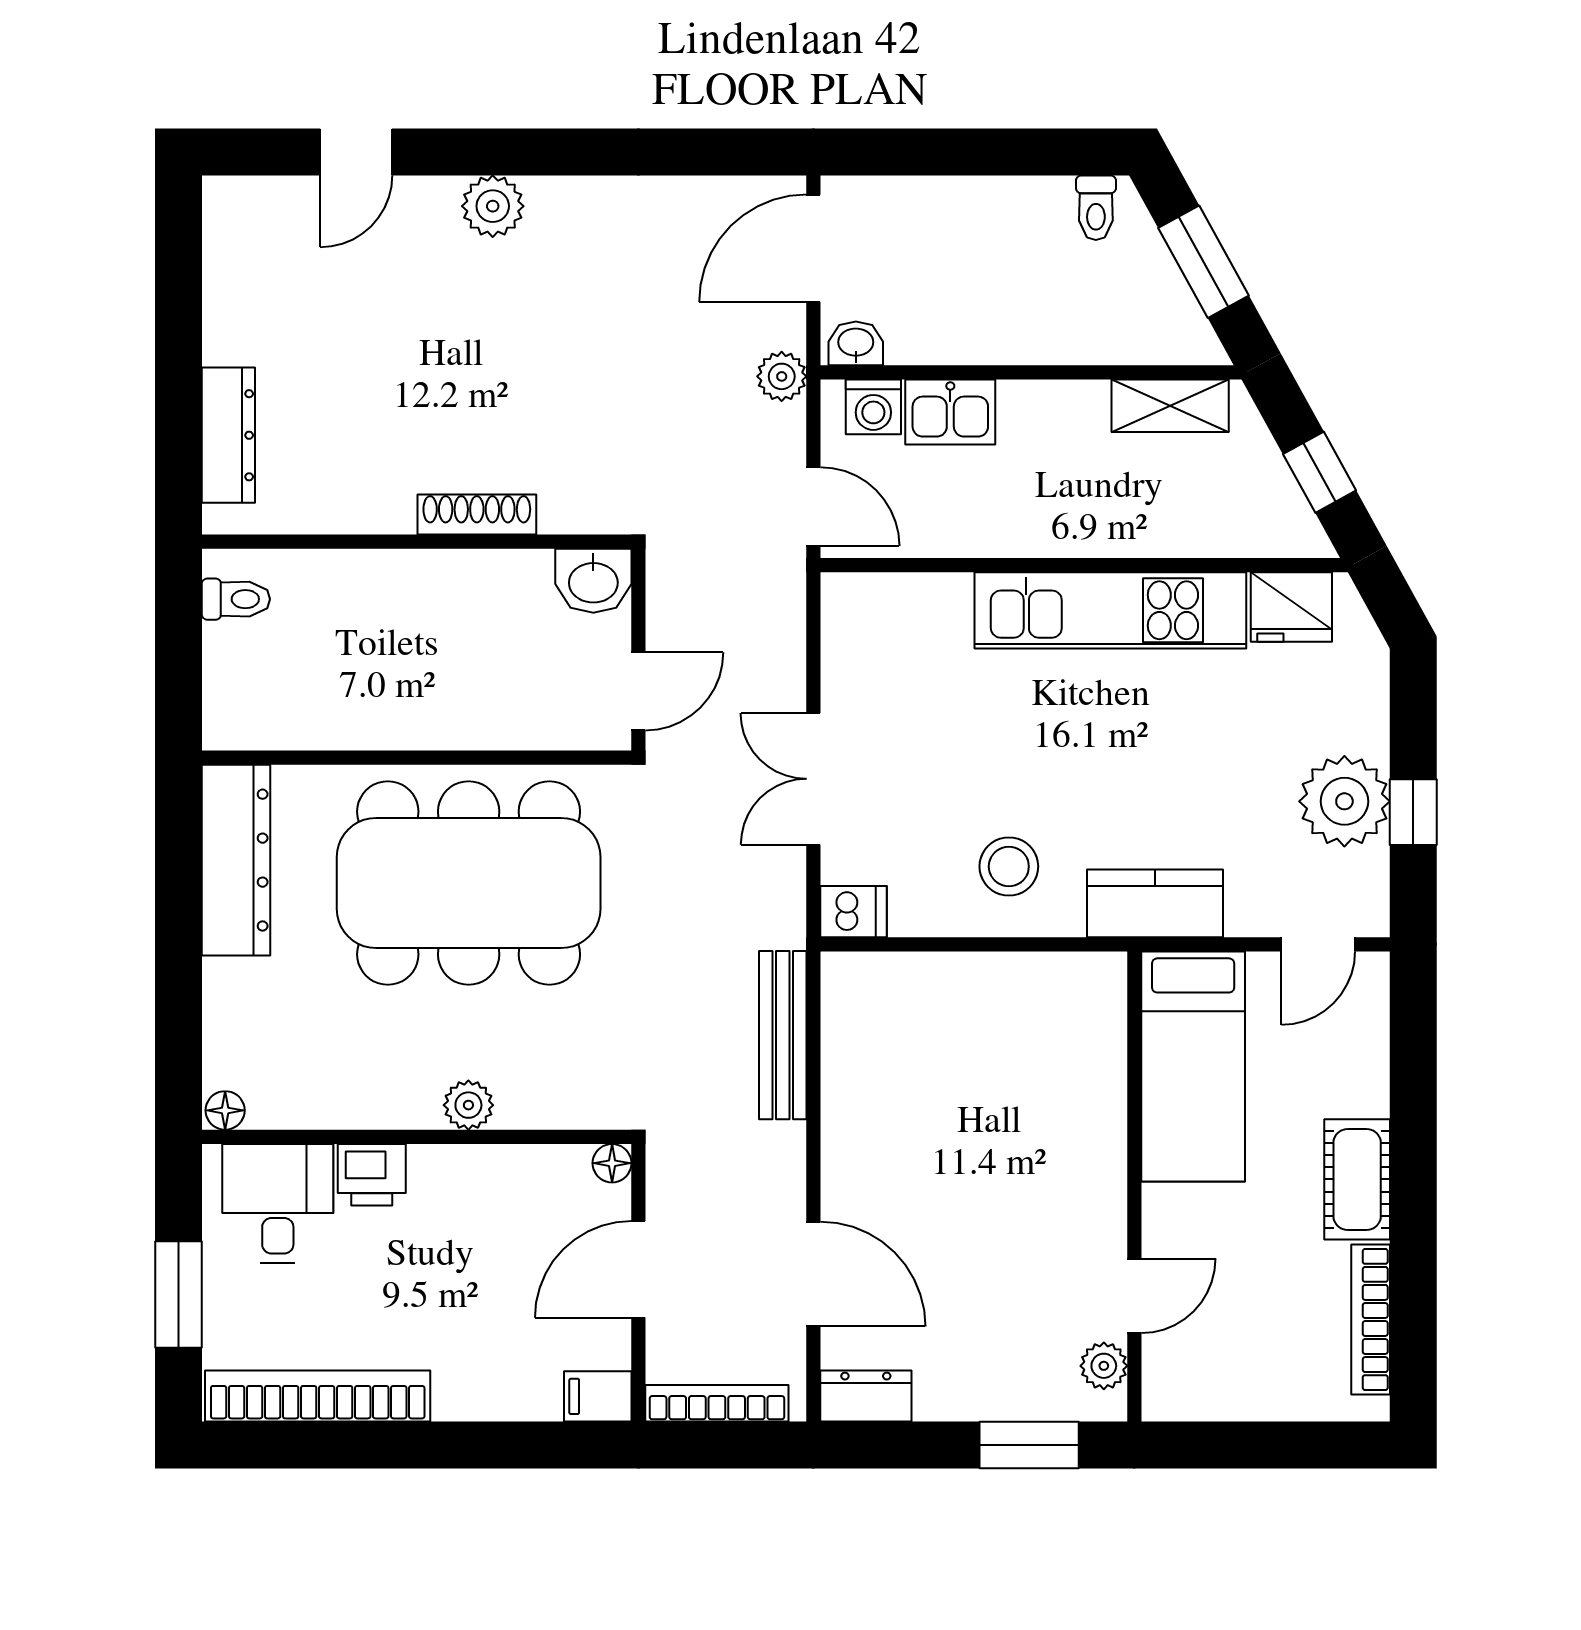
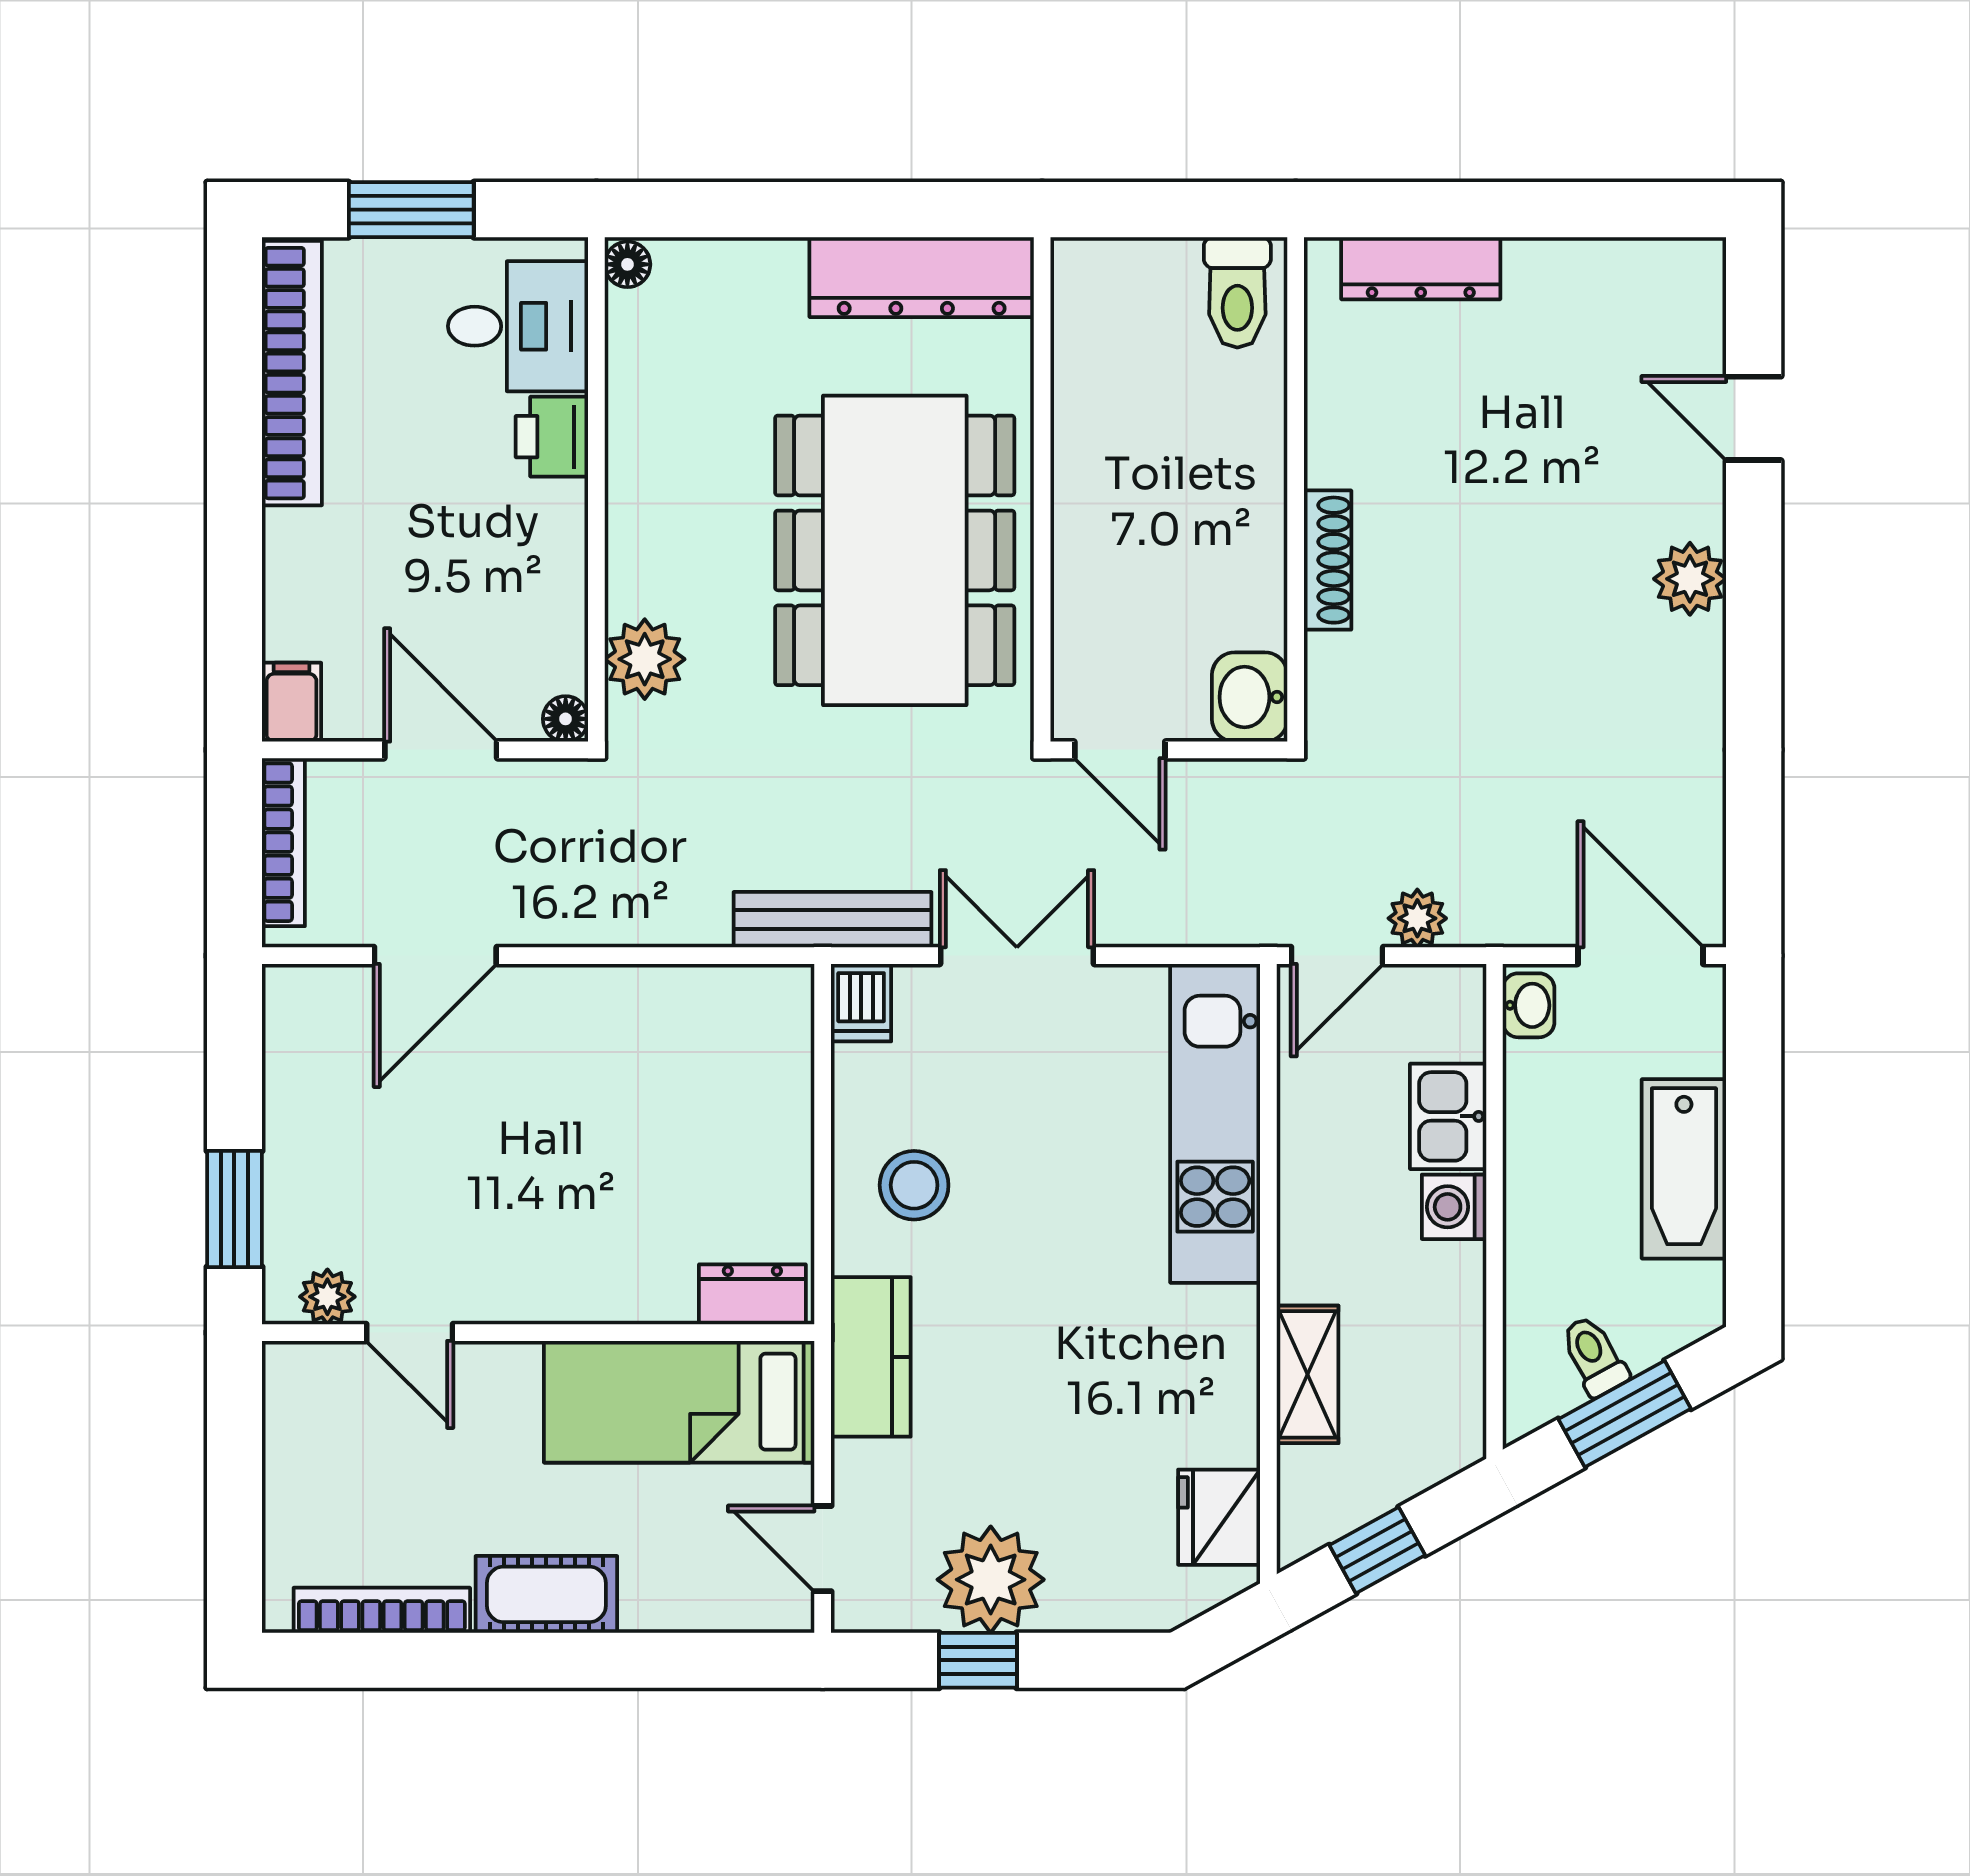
toilet: (1096, 208) -> (1594, 1356), moved, turned 61
bathtub: (995, 211) -> (1684, 1169), added
plant: (782, 376) -> (1417, 918), moved
shelving: (1170, 406) -> (1307, 1374), moved
washing machine: (873, 407) -> (1454, 1207), moved
toilet: (236, 599) -> (1237, 292), width x1.37, depth x1.39
kitchen unit: (1110, 610) -> (1215, 1123), moved
bench: (783, 1035) -> (832, 920), moved
plant: (468, 1105) -> (645, 659), moved, width x1.38, depth x1.38
dresser: (866, 1396) -> (752, 1294), moved, turned -90

